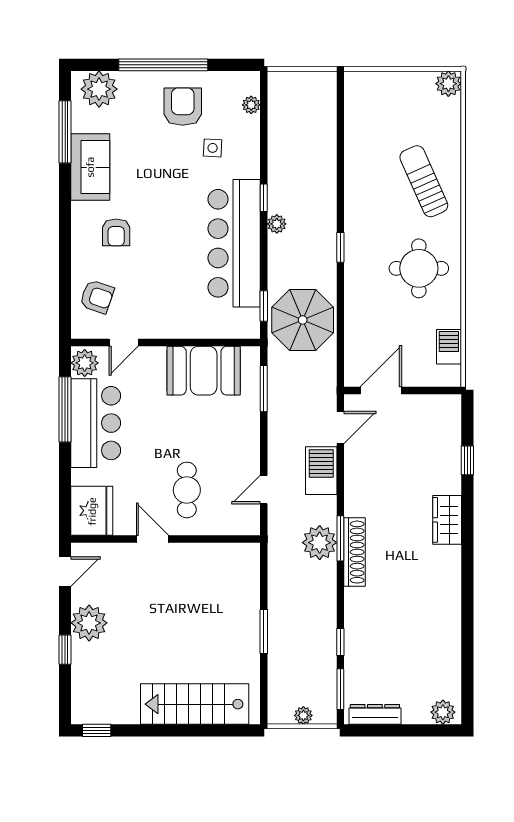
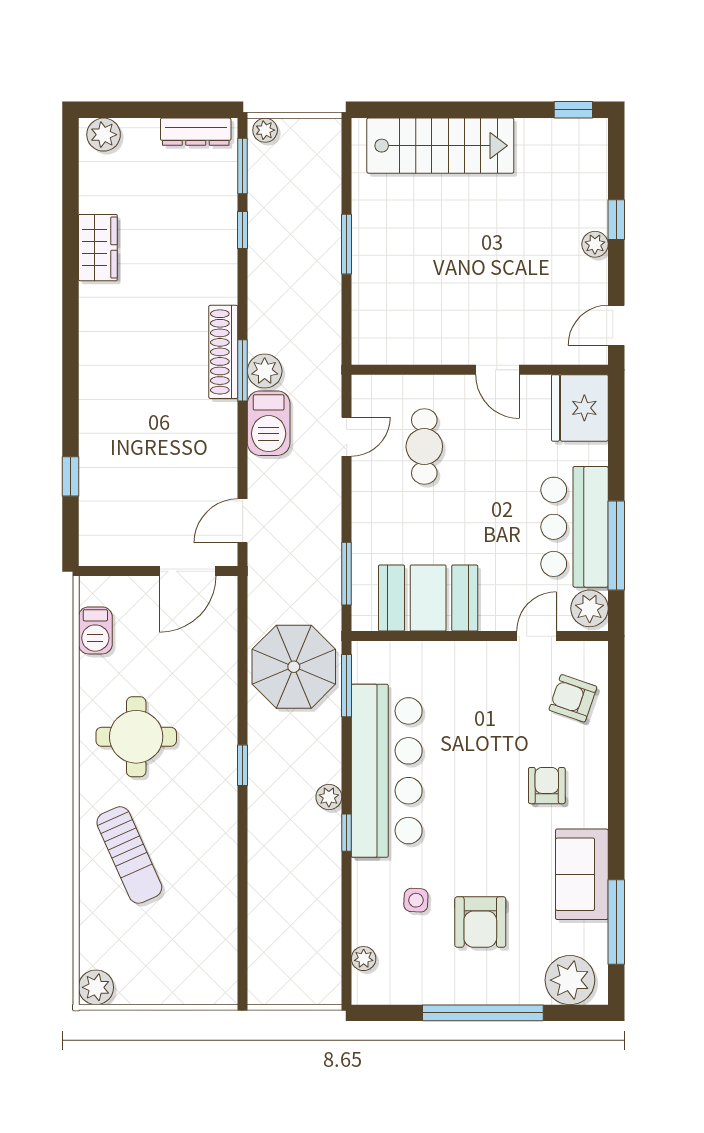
armchair: (183, 107) -> (480, 922), moved
window: (264, 306) -> (347, 686), width x1.50
barbecue: (321, 471) -> (269, 423), moved
cafe table: (187, 490) -> (424, 447), moved
wardrobe: (447, 520) -> (98, 248), moved
plant: (320, 543) -> (265, 371), width x0.73, depth x0.73
plant: (89, 623) -> (595, 244), width x0.53, depth x0.53
plant: (303, 715) -> (265, 130), moved

